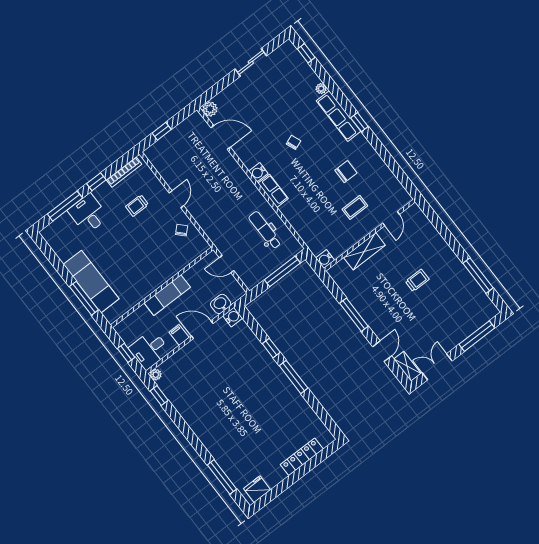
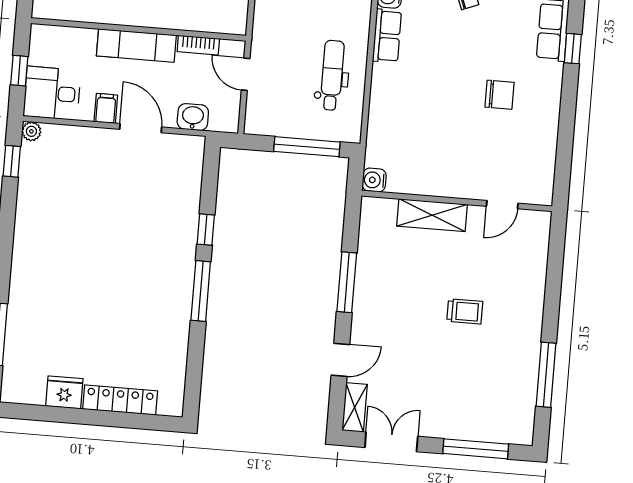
coffee table: (355, 207) -> (470, 150), removed
bookcase: (194, 270) -> (198, 45), added
water cooler: (233, 317) -> (193, 147), removed
fridge: (257, 489) -> (64, 392), moved

